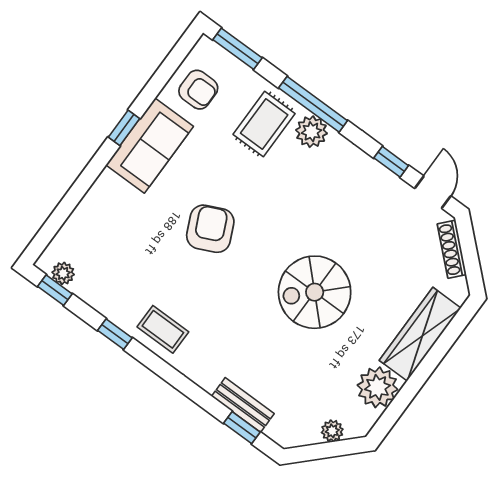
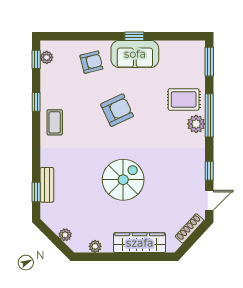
armchair: (198, 90) -> (91, 62), moved, turned -104
spiral stairs: (315, 292) -> (123, 180), turned 90
plant: (378, 387) -> (95, 246), width x0.53, depth x0.53

